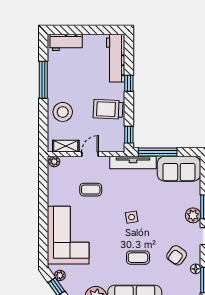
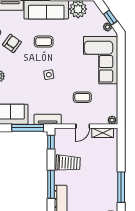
window: (129, 83) -> (51, 184), width x2.17
stool: (63, 112) -> (105, 161), removed
tv unit: (133, 163) -> (48, 119), width x0.71

